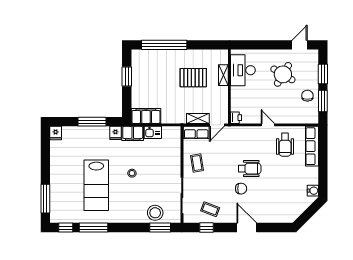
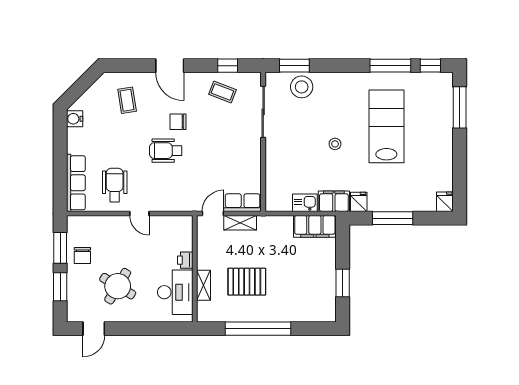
window: (164, 45) -> (258, 329), moved
printer: (236, 118) -> (185, 260), moved
coffee table: (197, 163) -> (127, 100), moved

